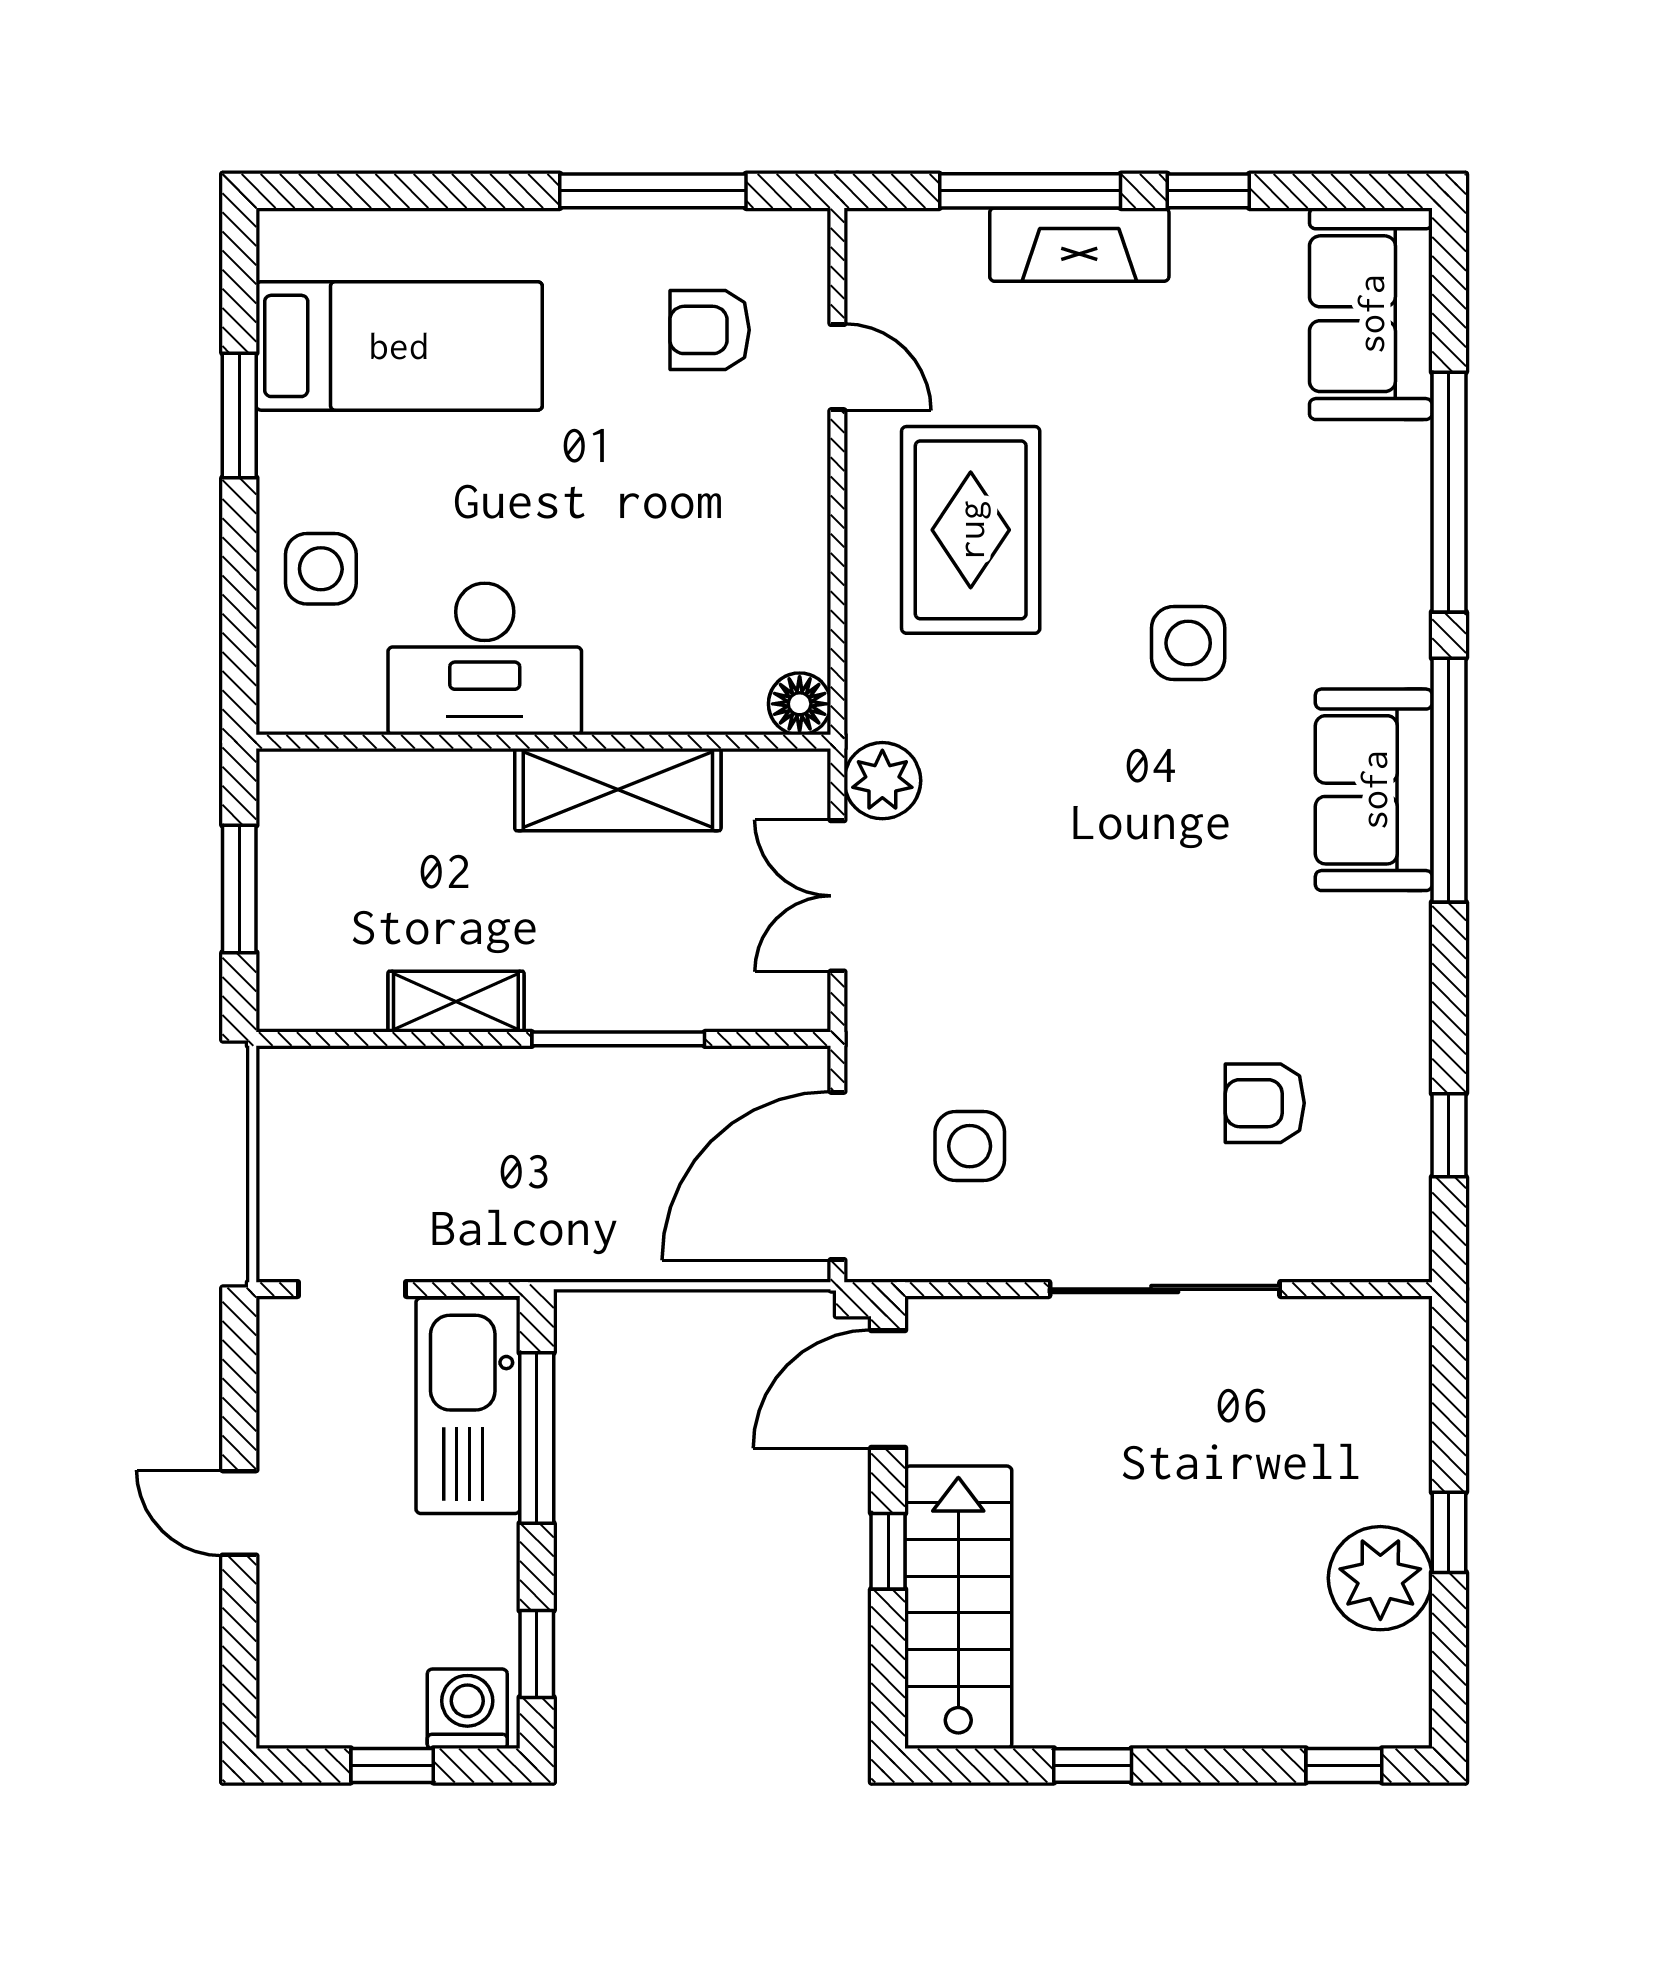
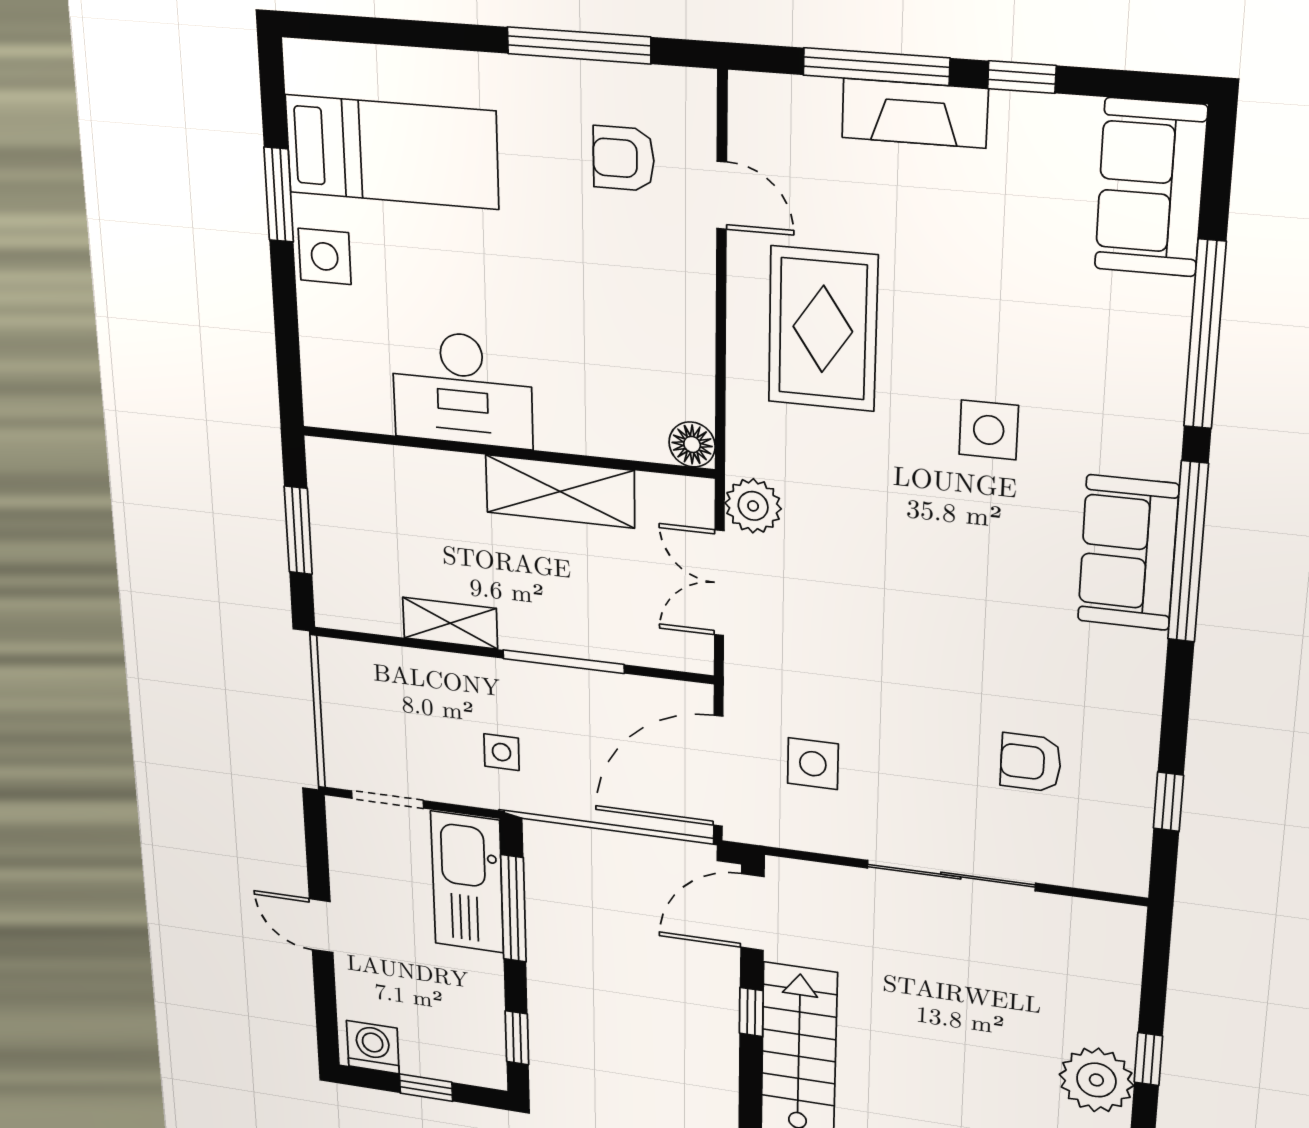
side table: (321, 569) -> (325, 256), moved
side table: (525, 1190) -> (501, 752), added
washing machine: (467, 1709) -> (373, 1047), moved

